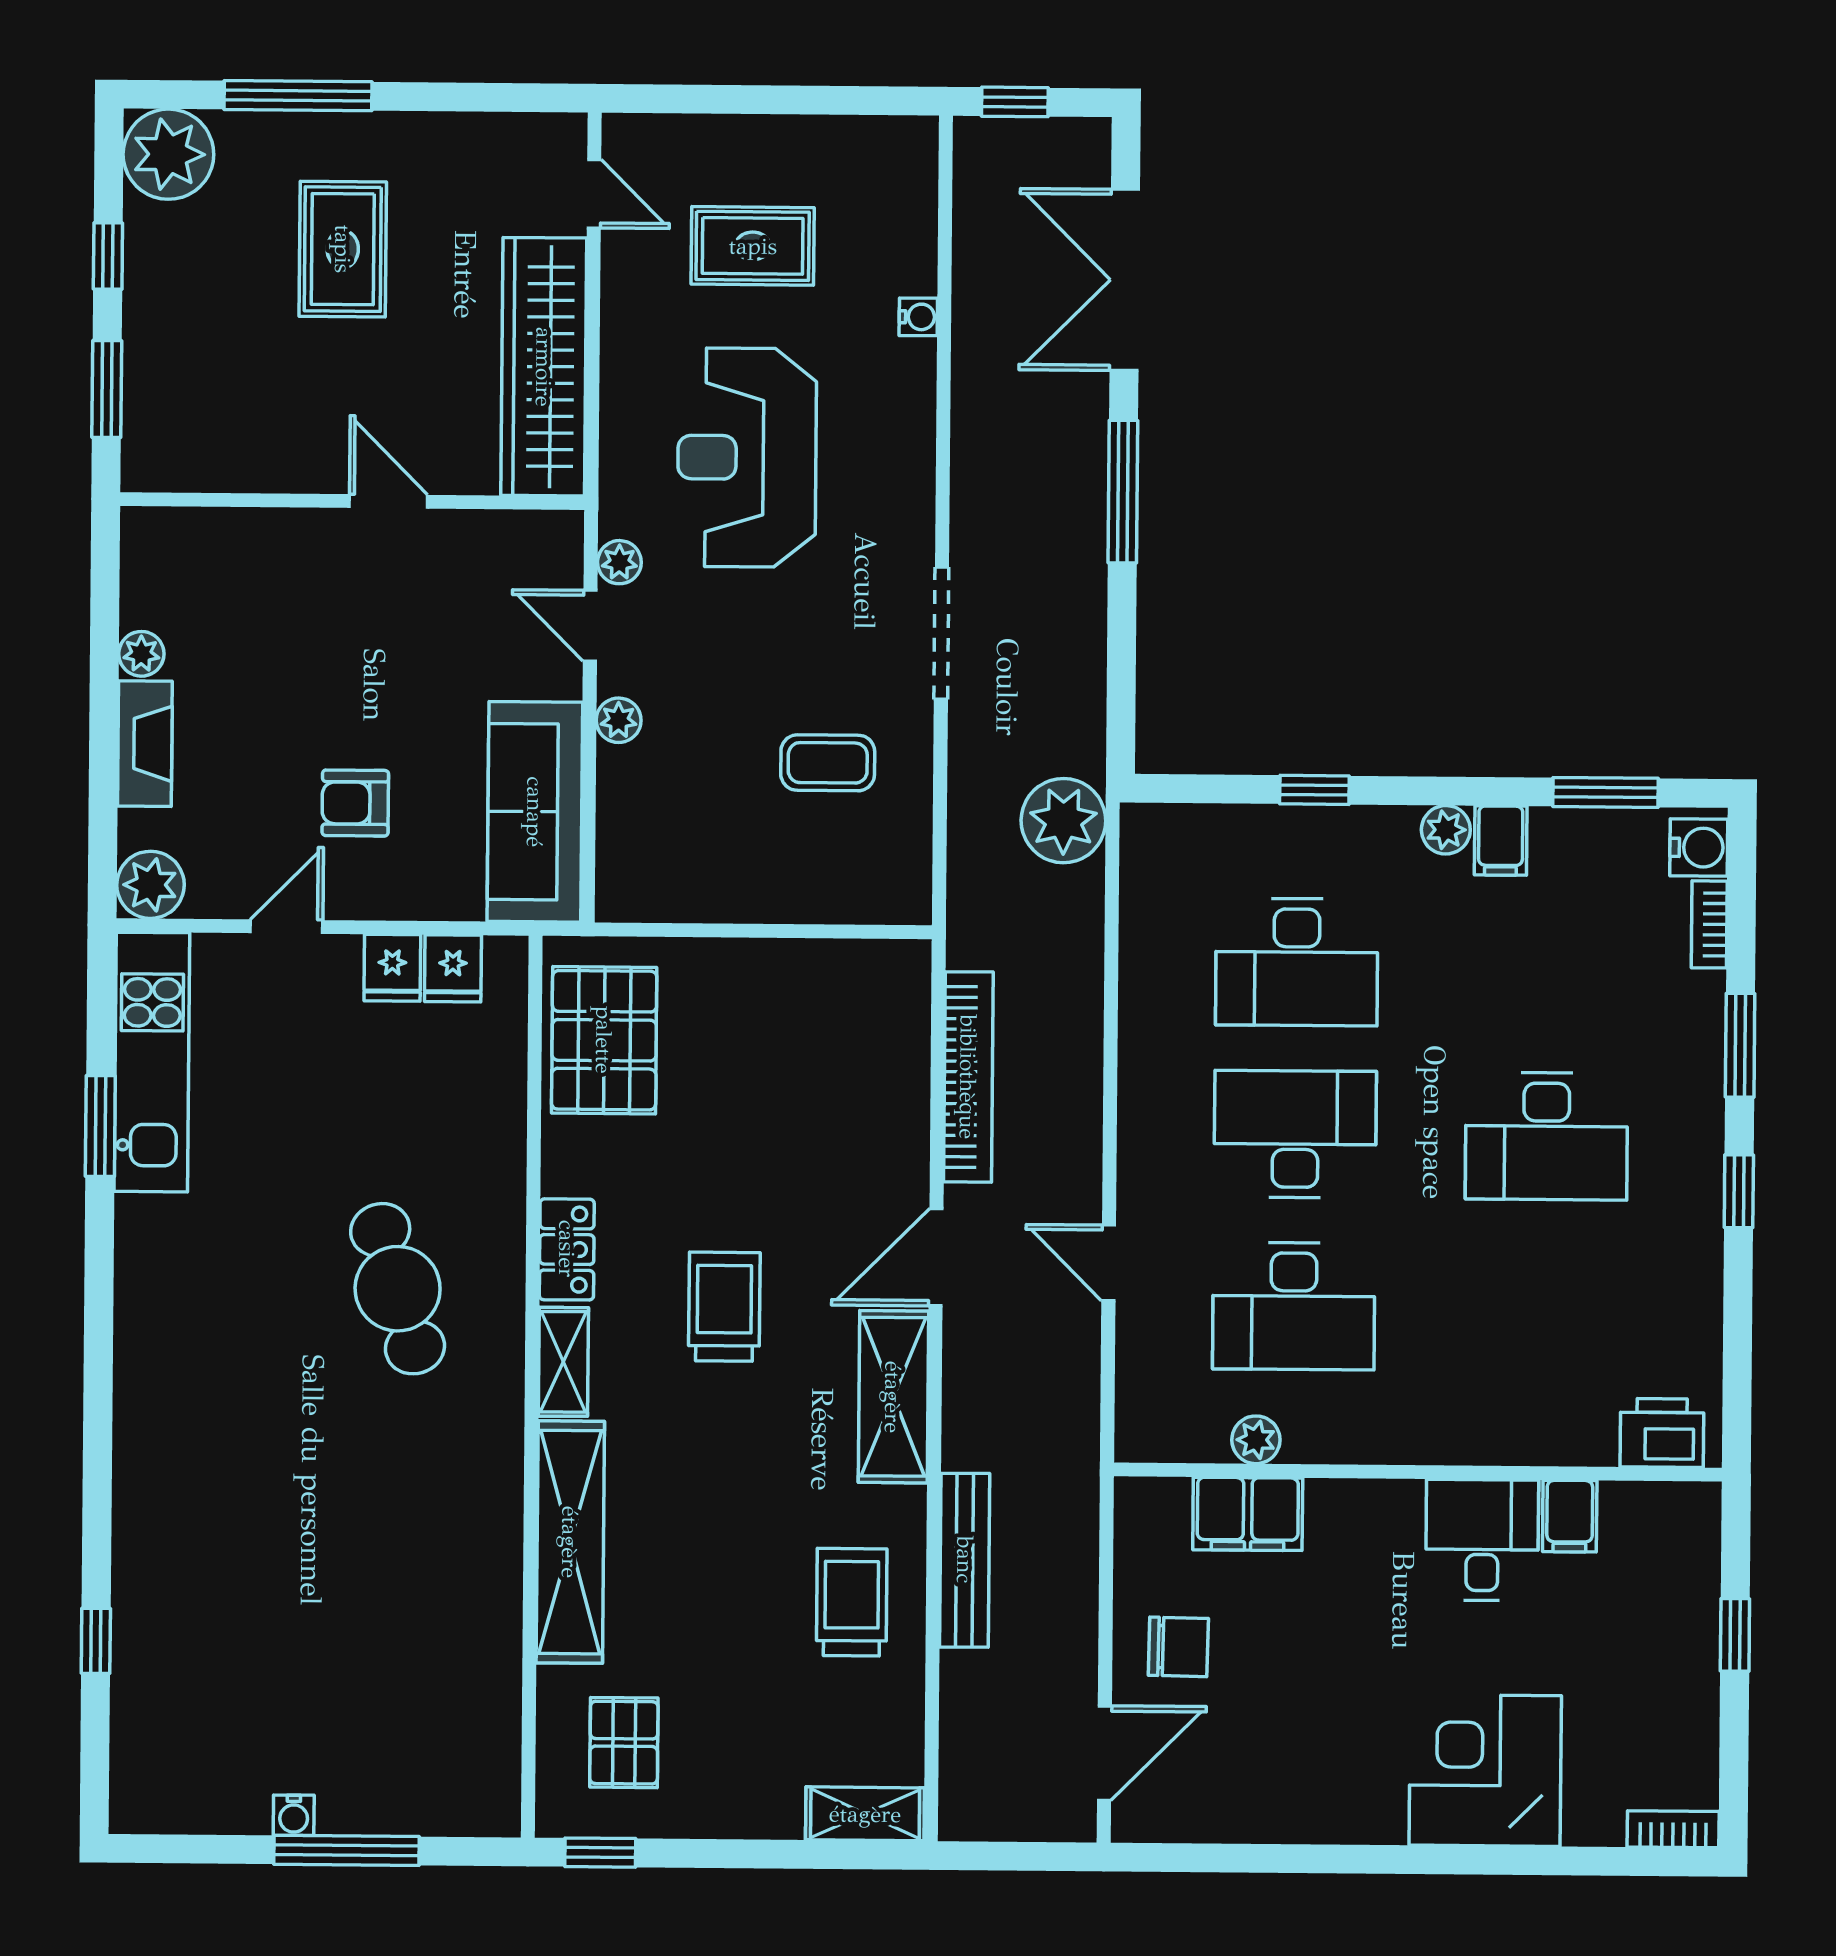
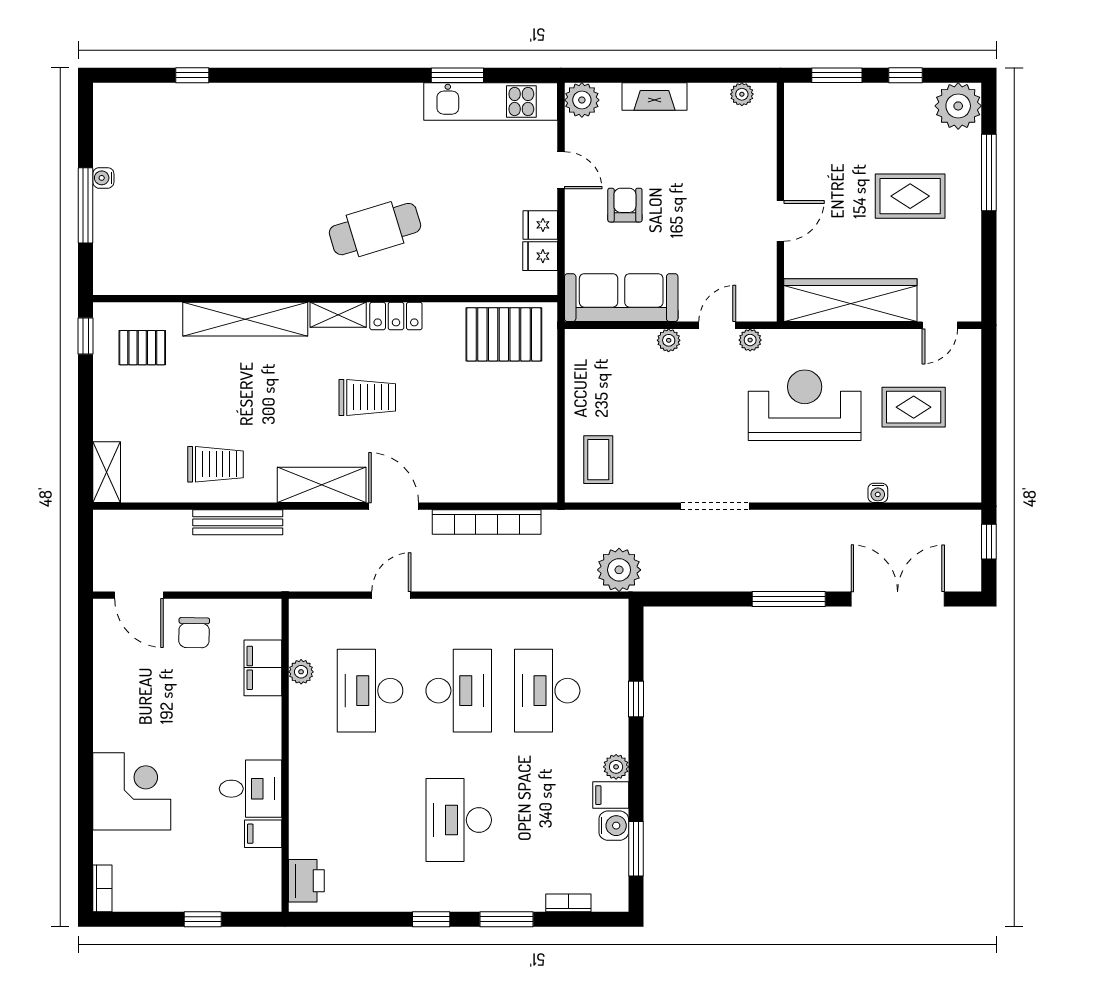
rug: (753, 246) -> (914, 407), turned 90
plant: (141, 654) -> (742, 94), moved
coffee table: (828, 763) -> (598, 460), moved
water cooler: (1699, 848) -> (614, 826), moved, turned -90

